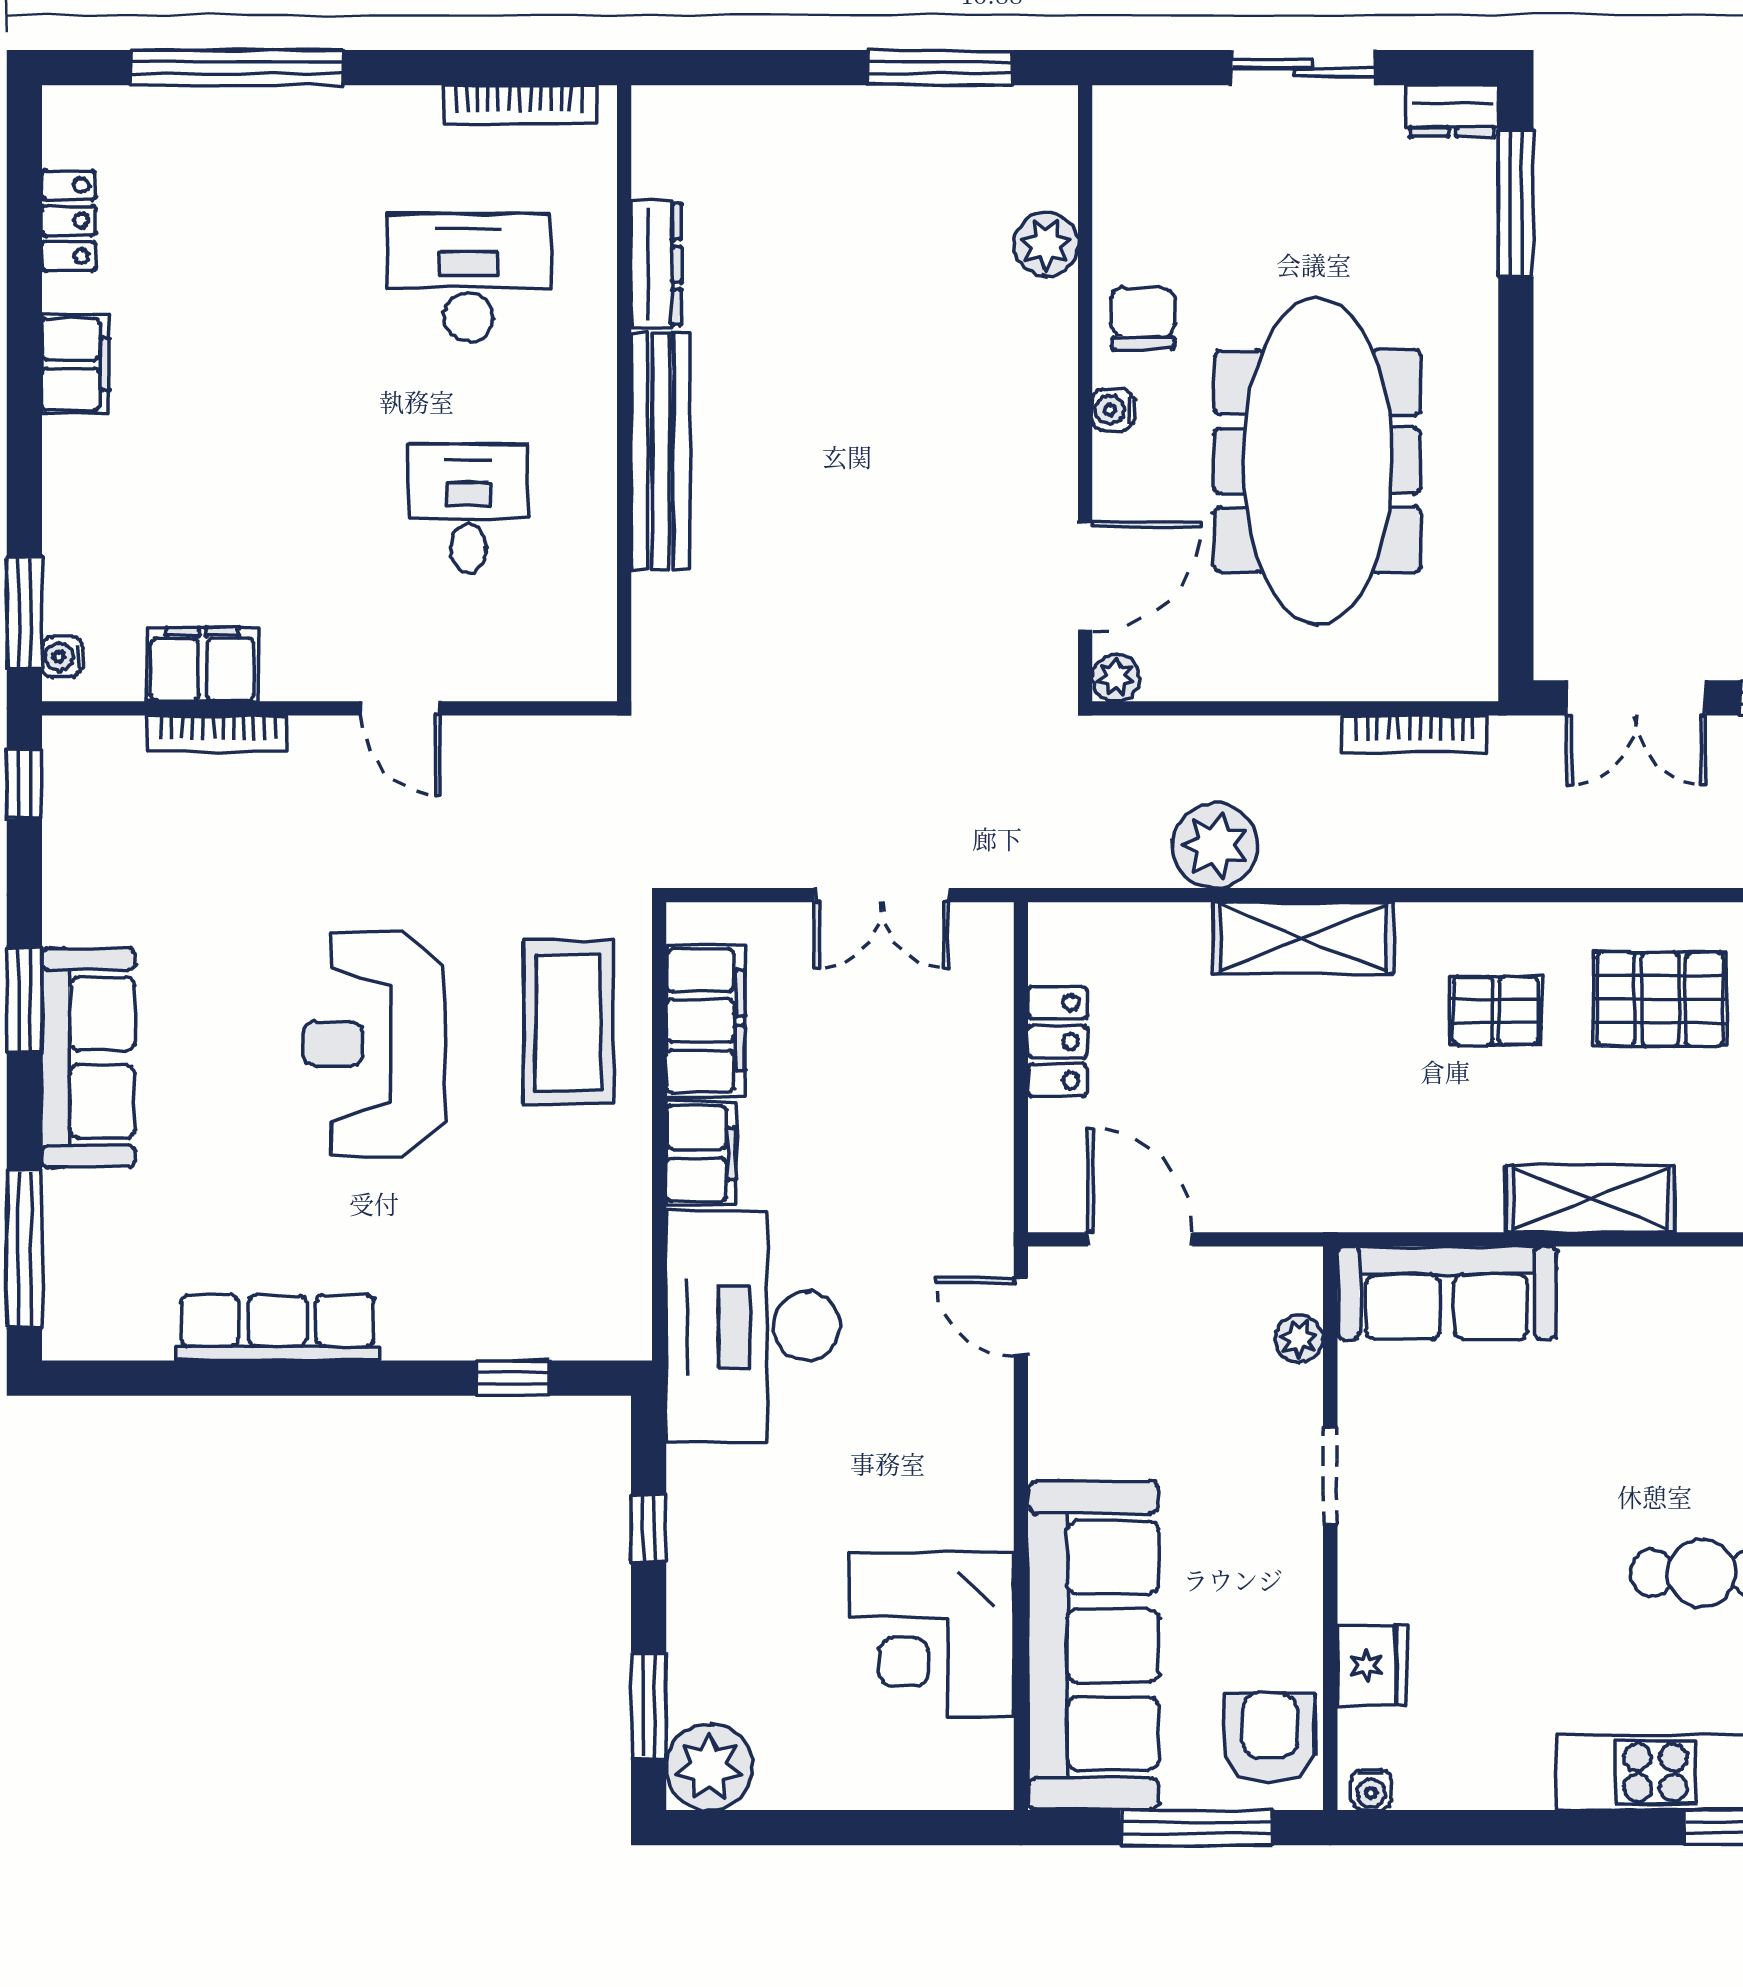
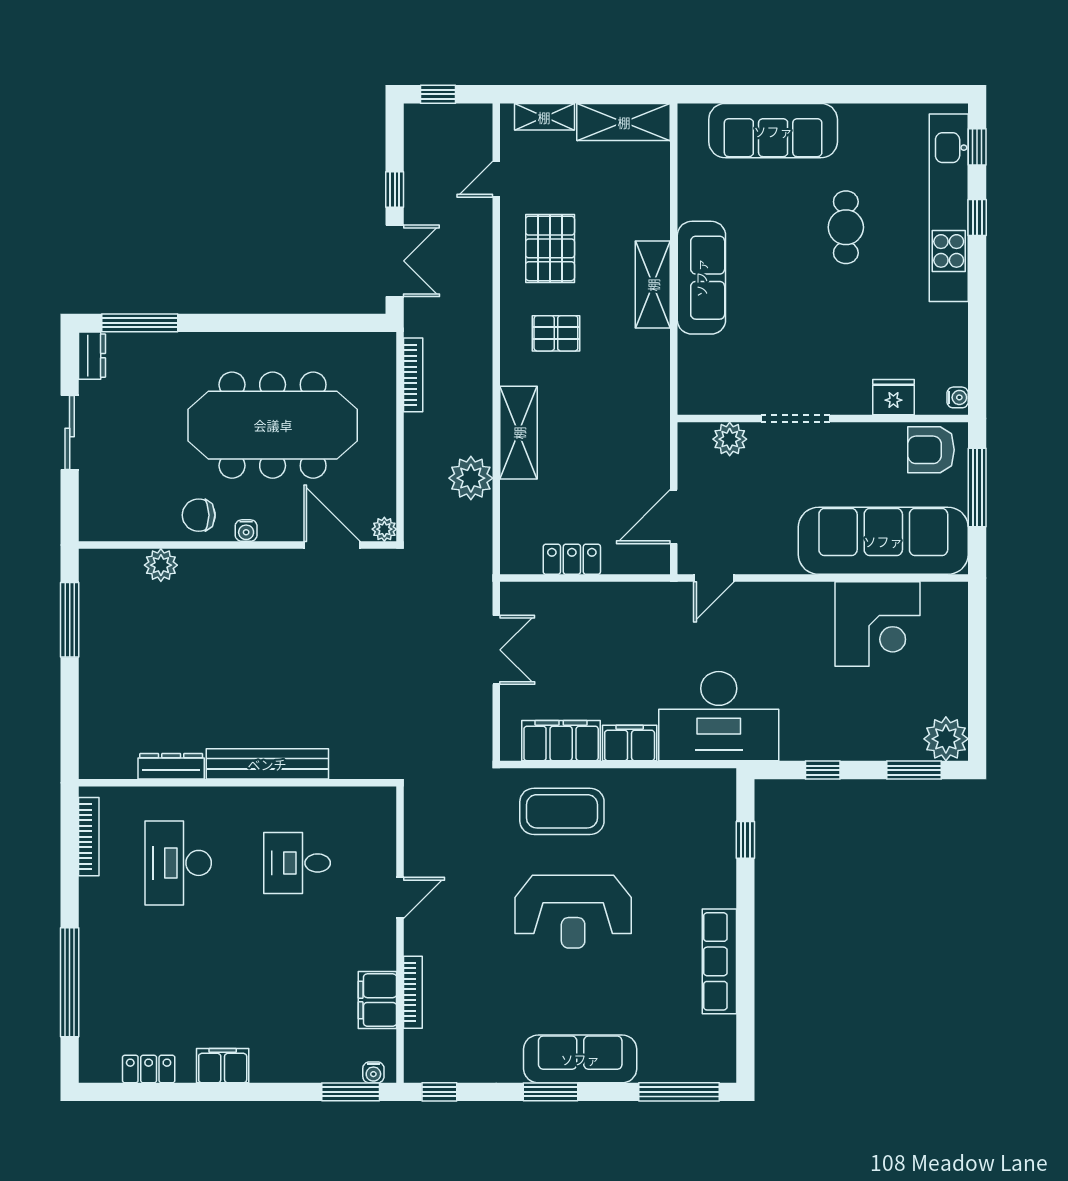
pallet: (1496, 1011) -> (556, 333), turned 90
sofa: (1447, 1293) -> (701, 278), moved
plant: (1299, 1339) -> (730, 439), width x1.38, depth x1.38
doorway: (1330, 1476) -> (796, 419), width x1.38

